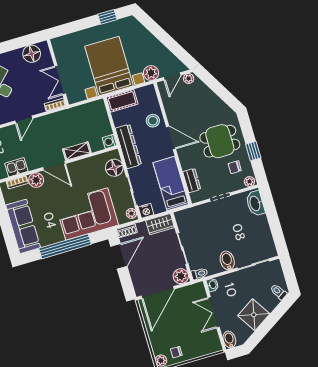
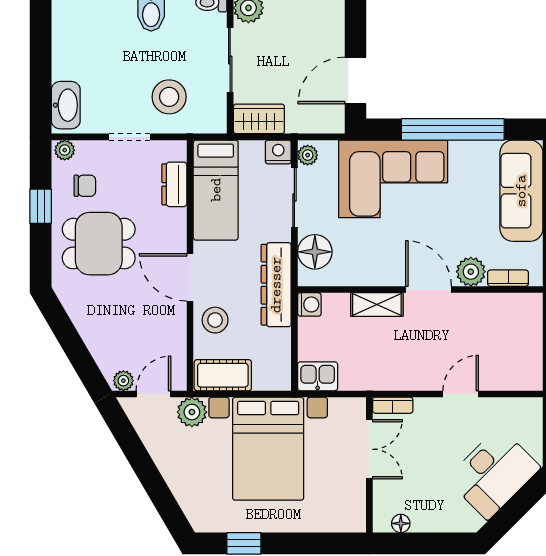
floor lamp: (32, 54) -> (401, 523), width x0.53, depth x0.53
cot: (122, 101) -> (223, 375), moved
kitchen sink: (16, 167) -> (318, 376), moved, turned 180
stool: (207, 222) -> (169, 97), added
shoe rack: (127, 231) -> (326, 124), removed

